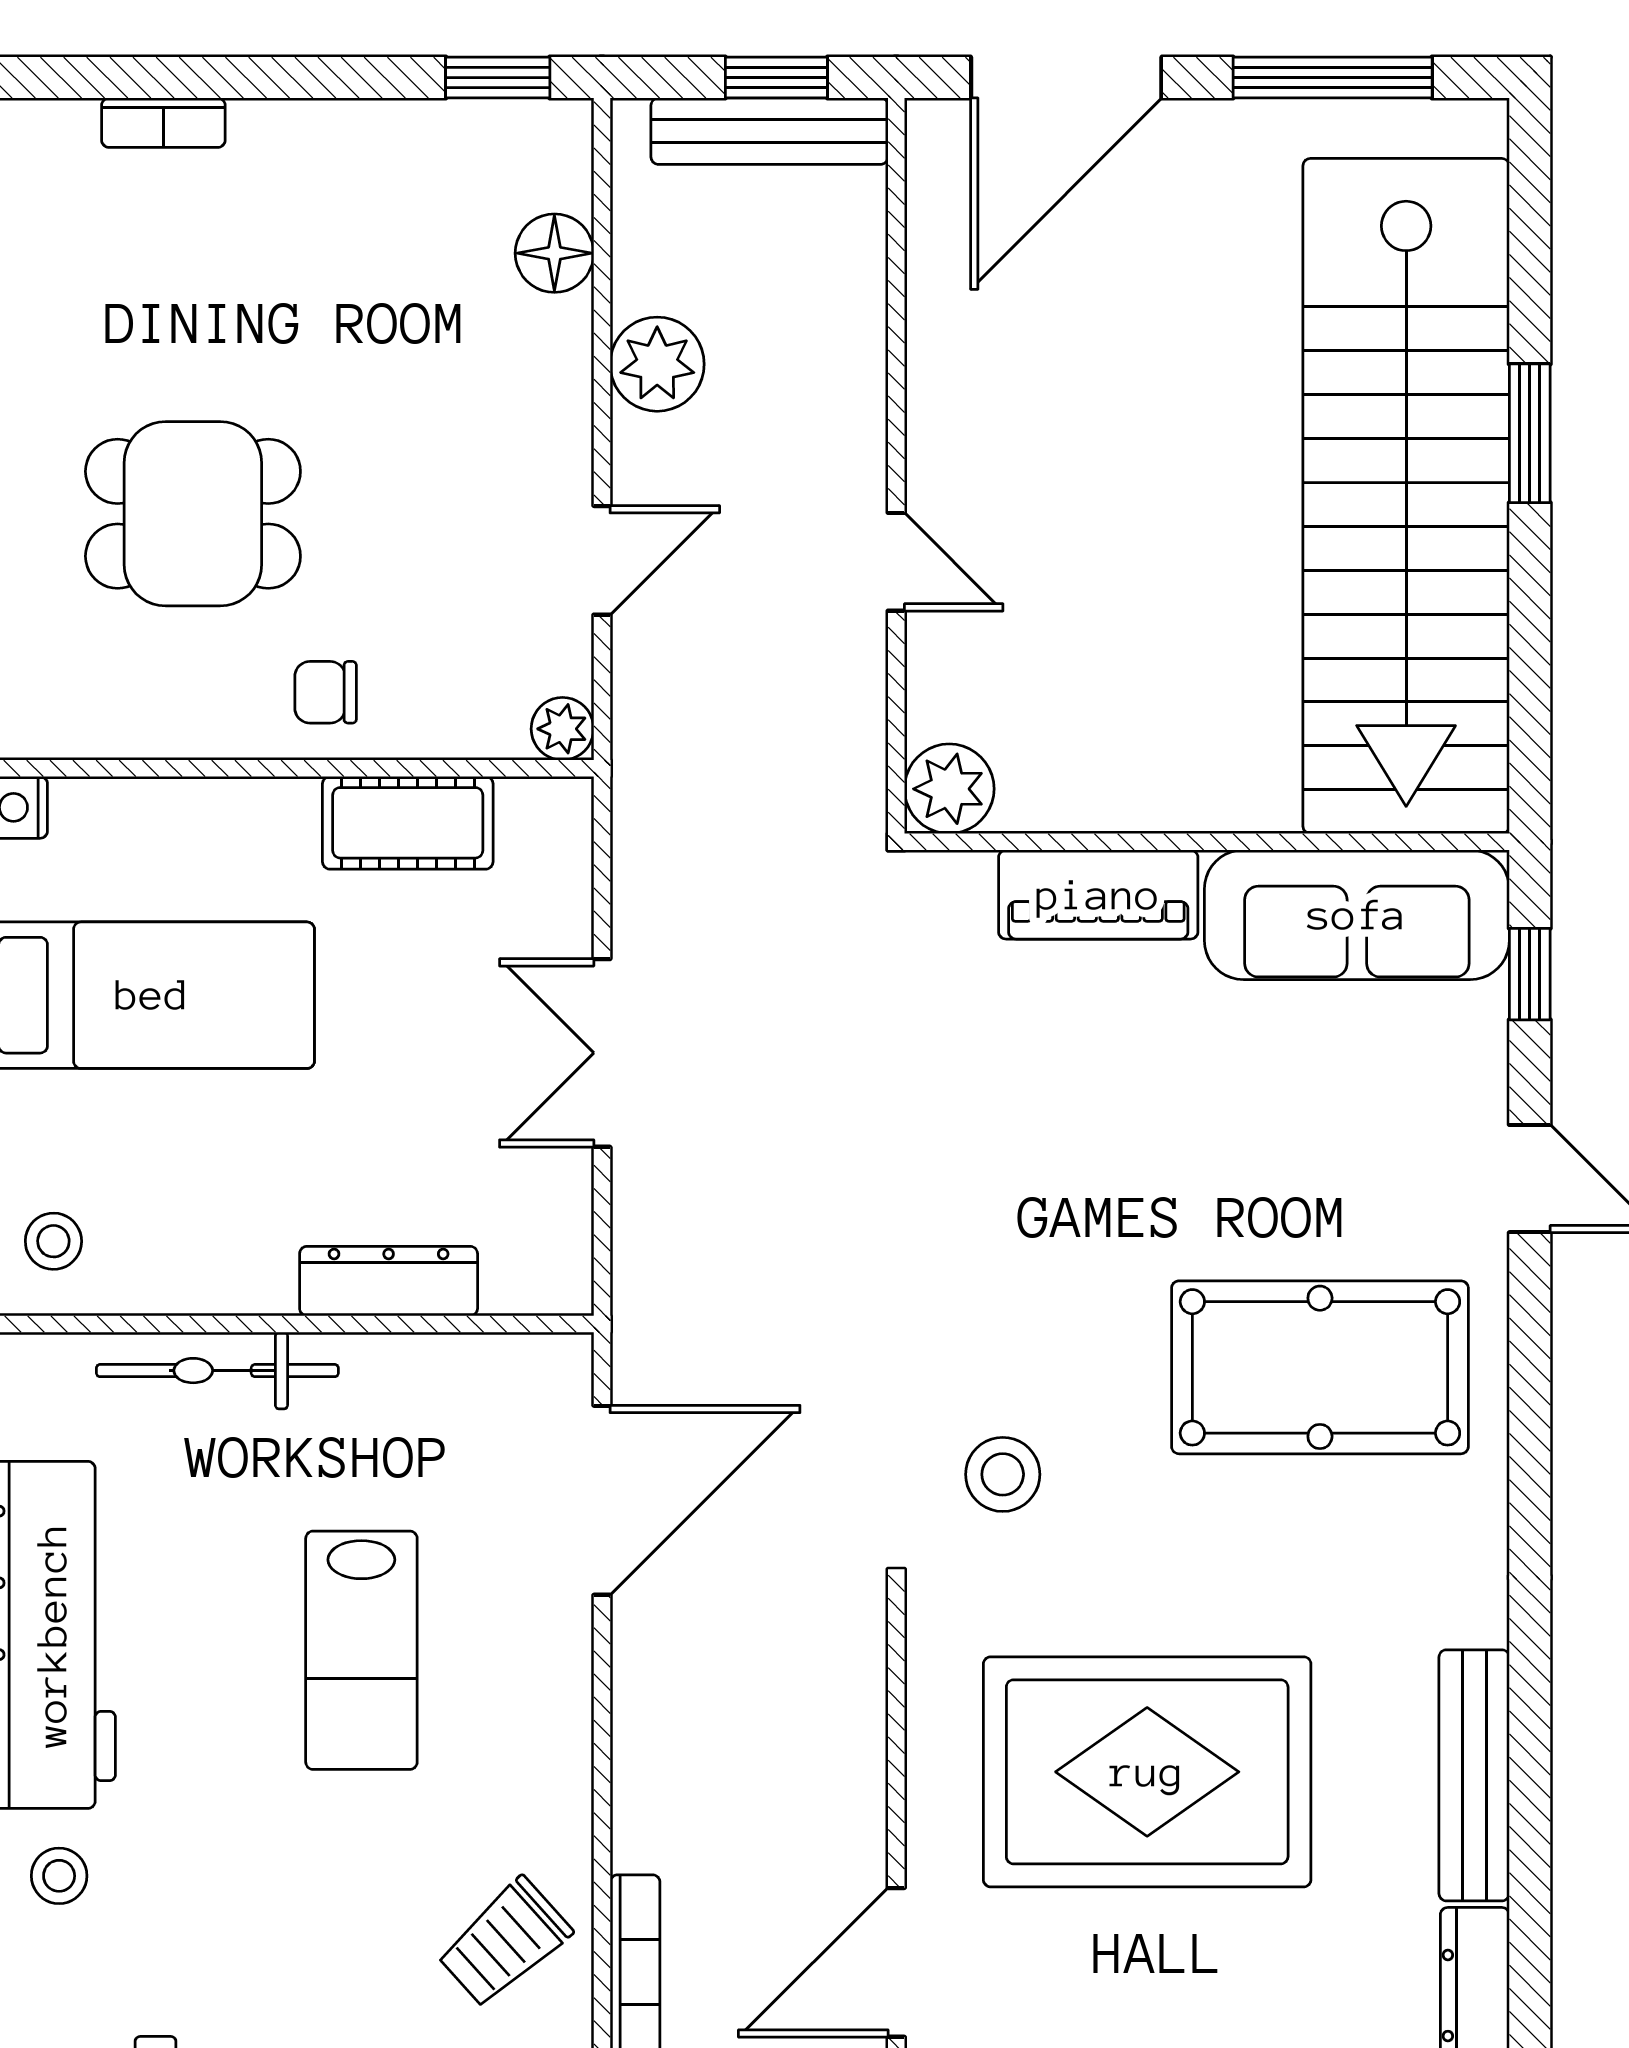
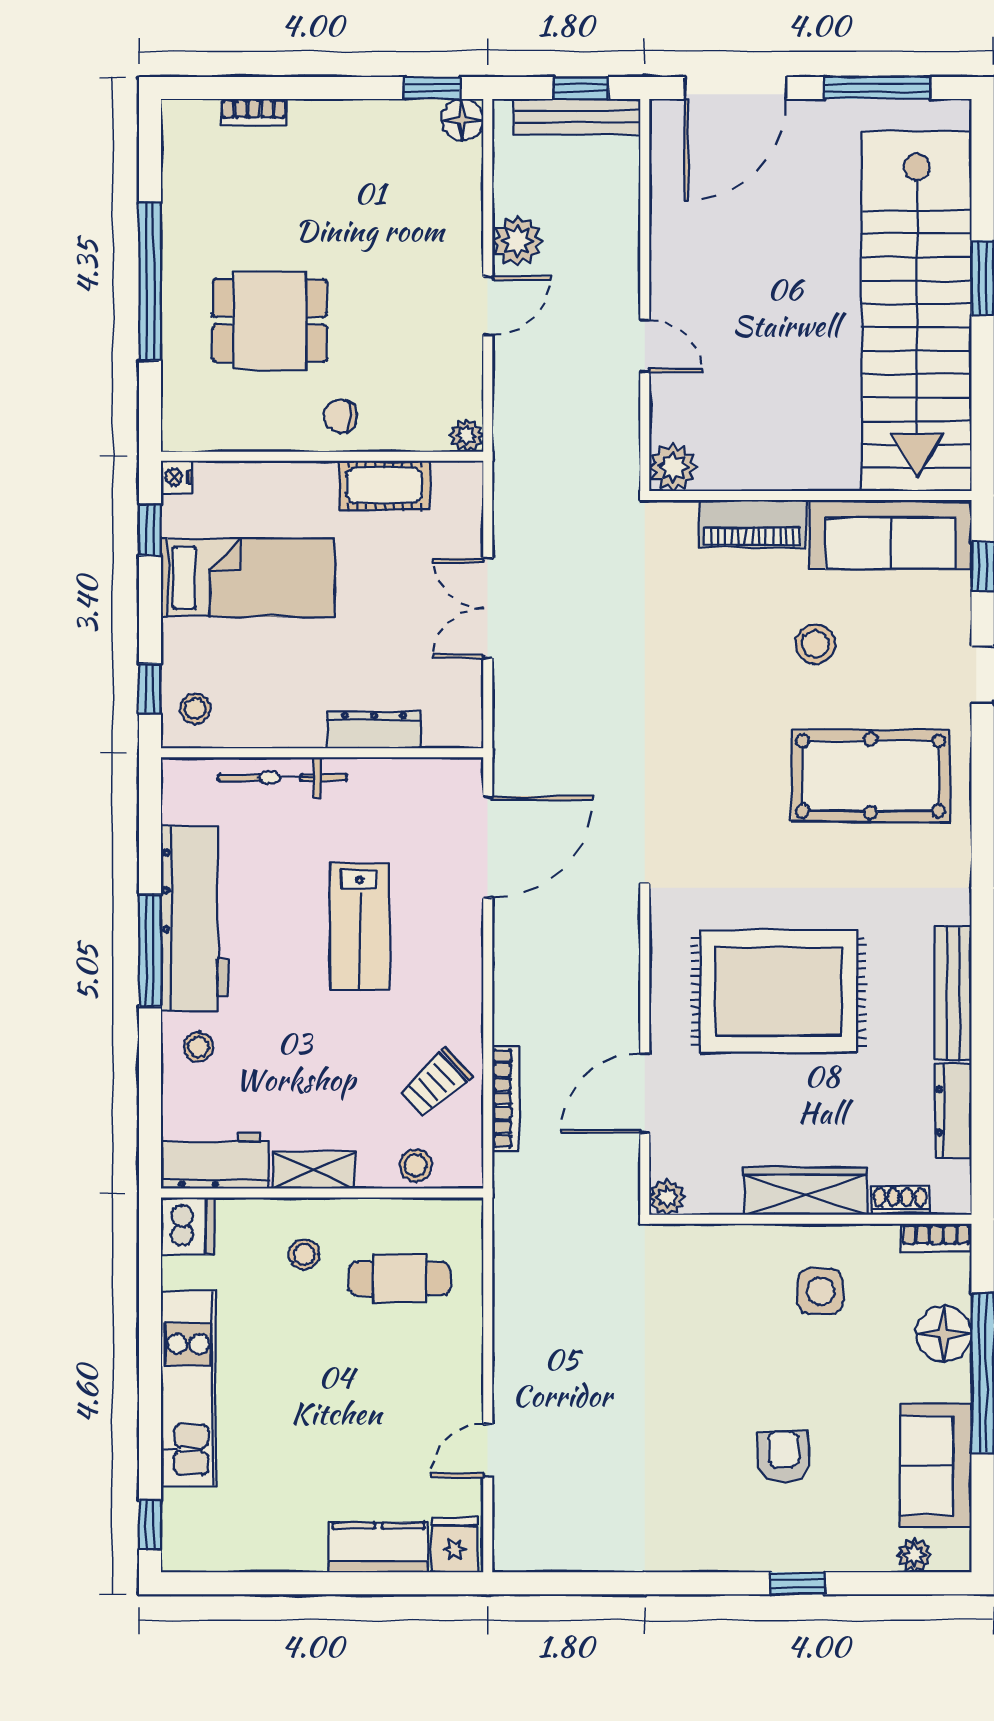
floor lamp: (554, 253) -> (462, 120), moved
door: (602, 560) -> (488, 306), moved
stool: (1003, 1474) -> (815, 644), moved

